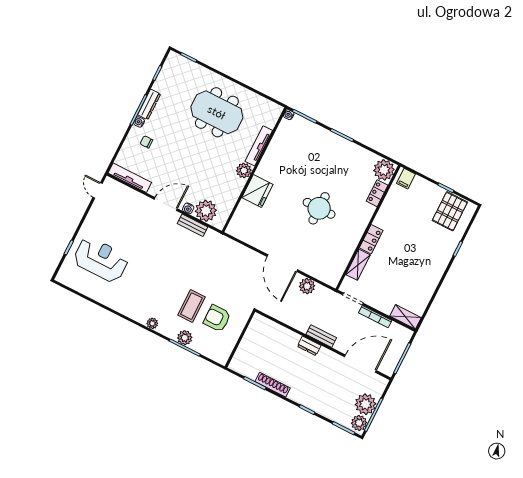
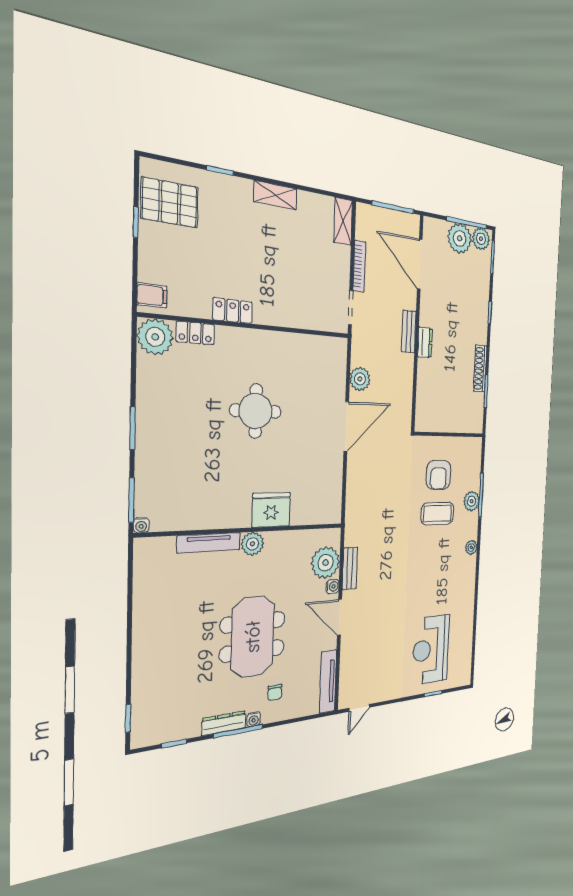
meeting table: (217, 112) -> (253, 637), moved
locker: (371, 239) -> (233, 311), moved
shelving: (358, 265) -> (276, 195), moved

